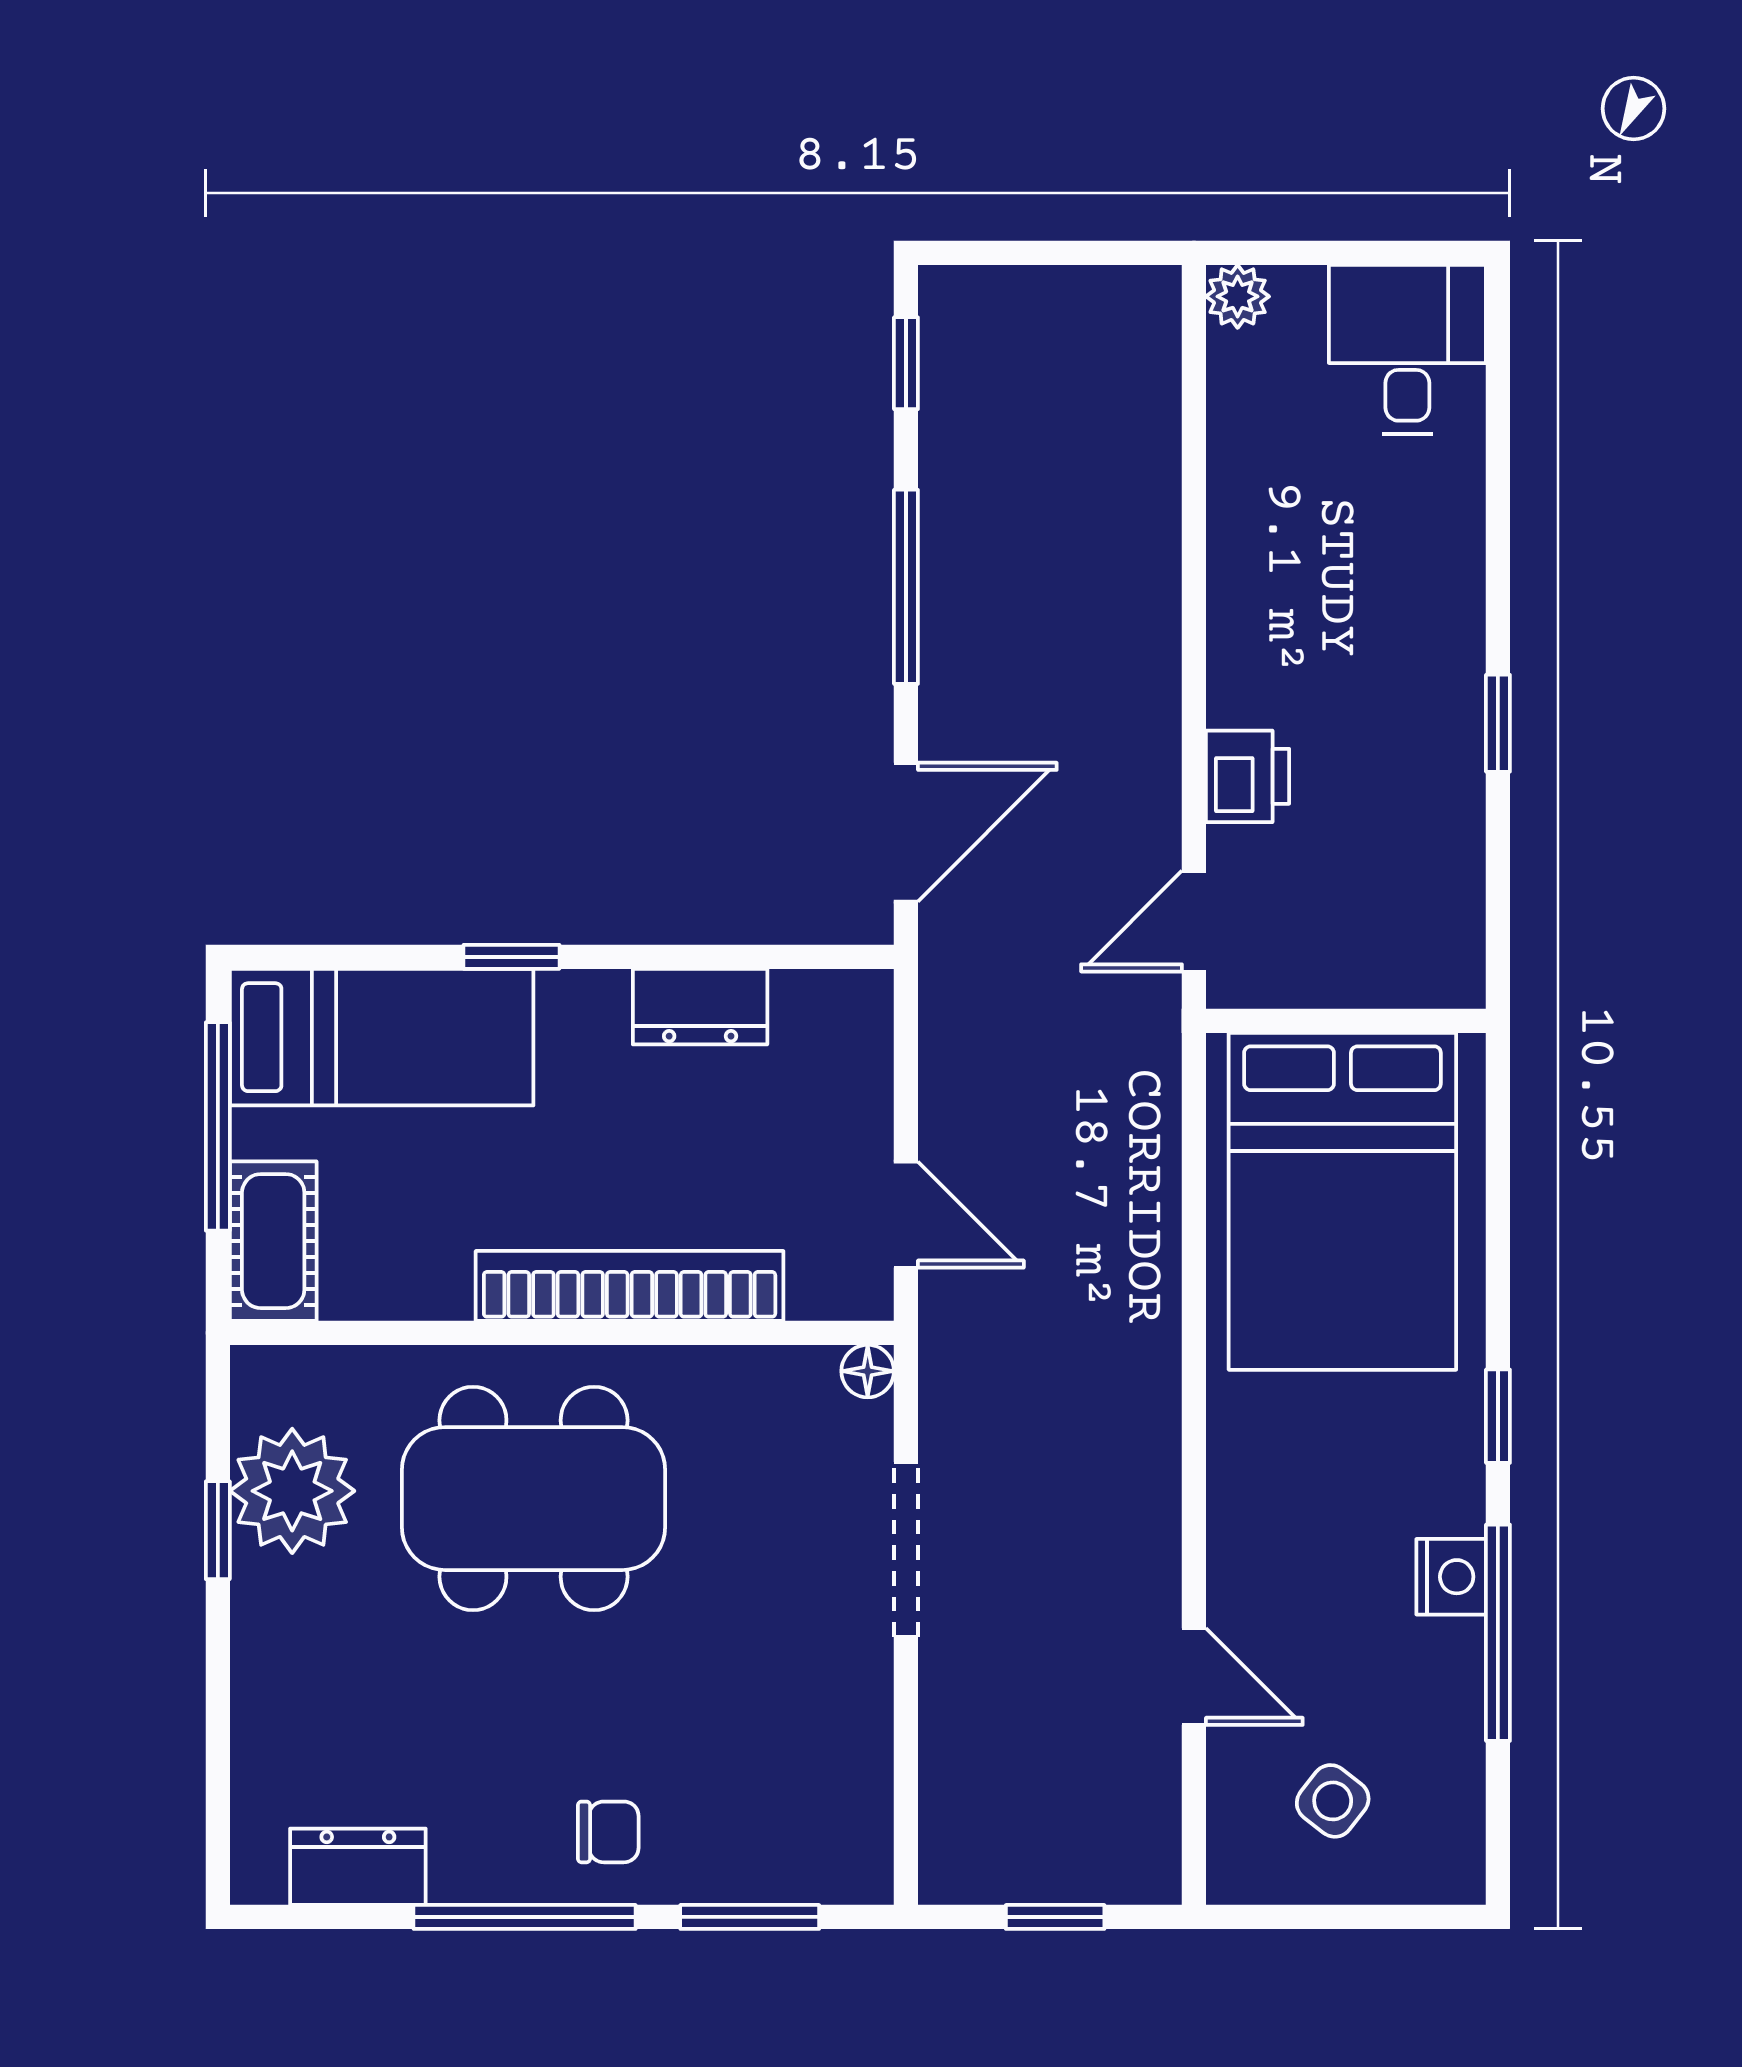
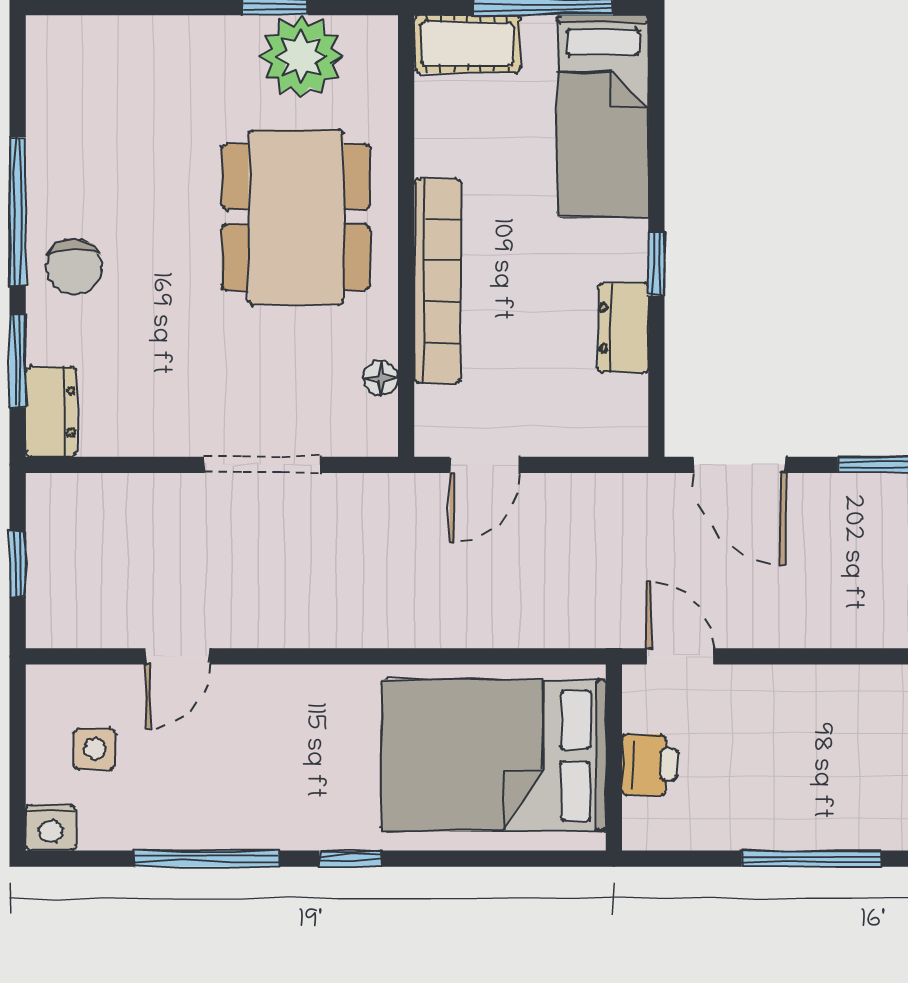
window: (1498, 723) -> (812, 859), width x2.17
printer: (1248, 776) -> (649, 765), moved, turned -90
window: (511, 957) -> (656, 264), moved
floor lamp: (868, 1371) -> (381, 378), moved
nightstand: (1451, 1577) -> (51, 828), moved
side table: (1333, 1801) -> (95, 749), turned -38
chair: (608, 1832) -> (74, 267), width x1.37, depth x1.37
dresser: (358, 1867) -> (51, 412), moved

